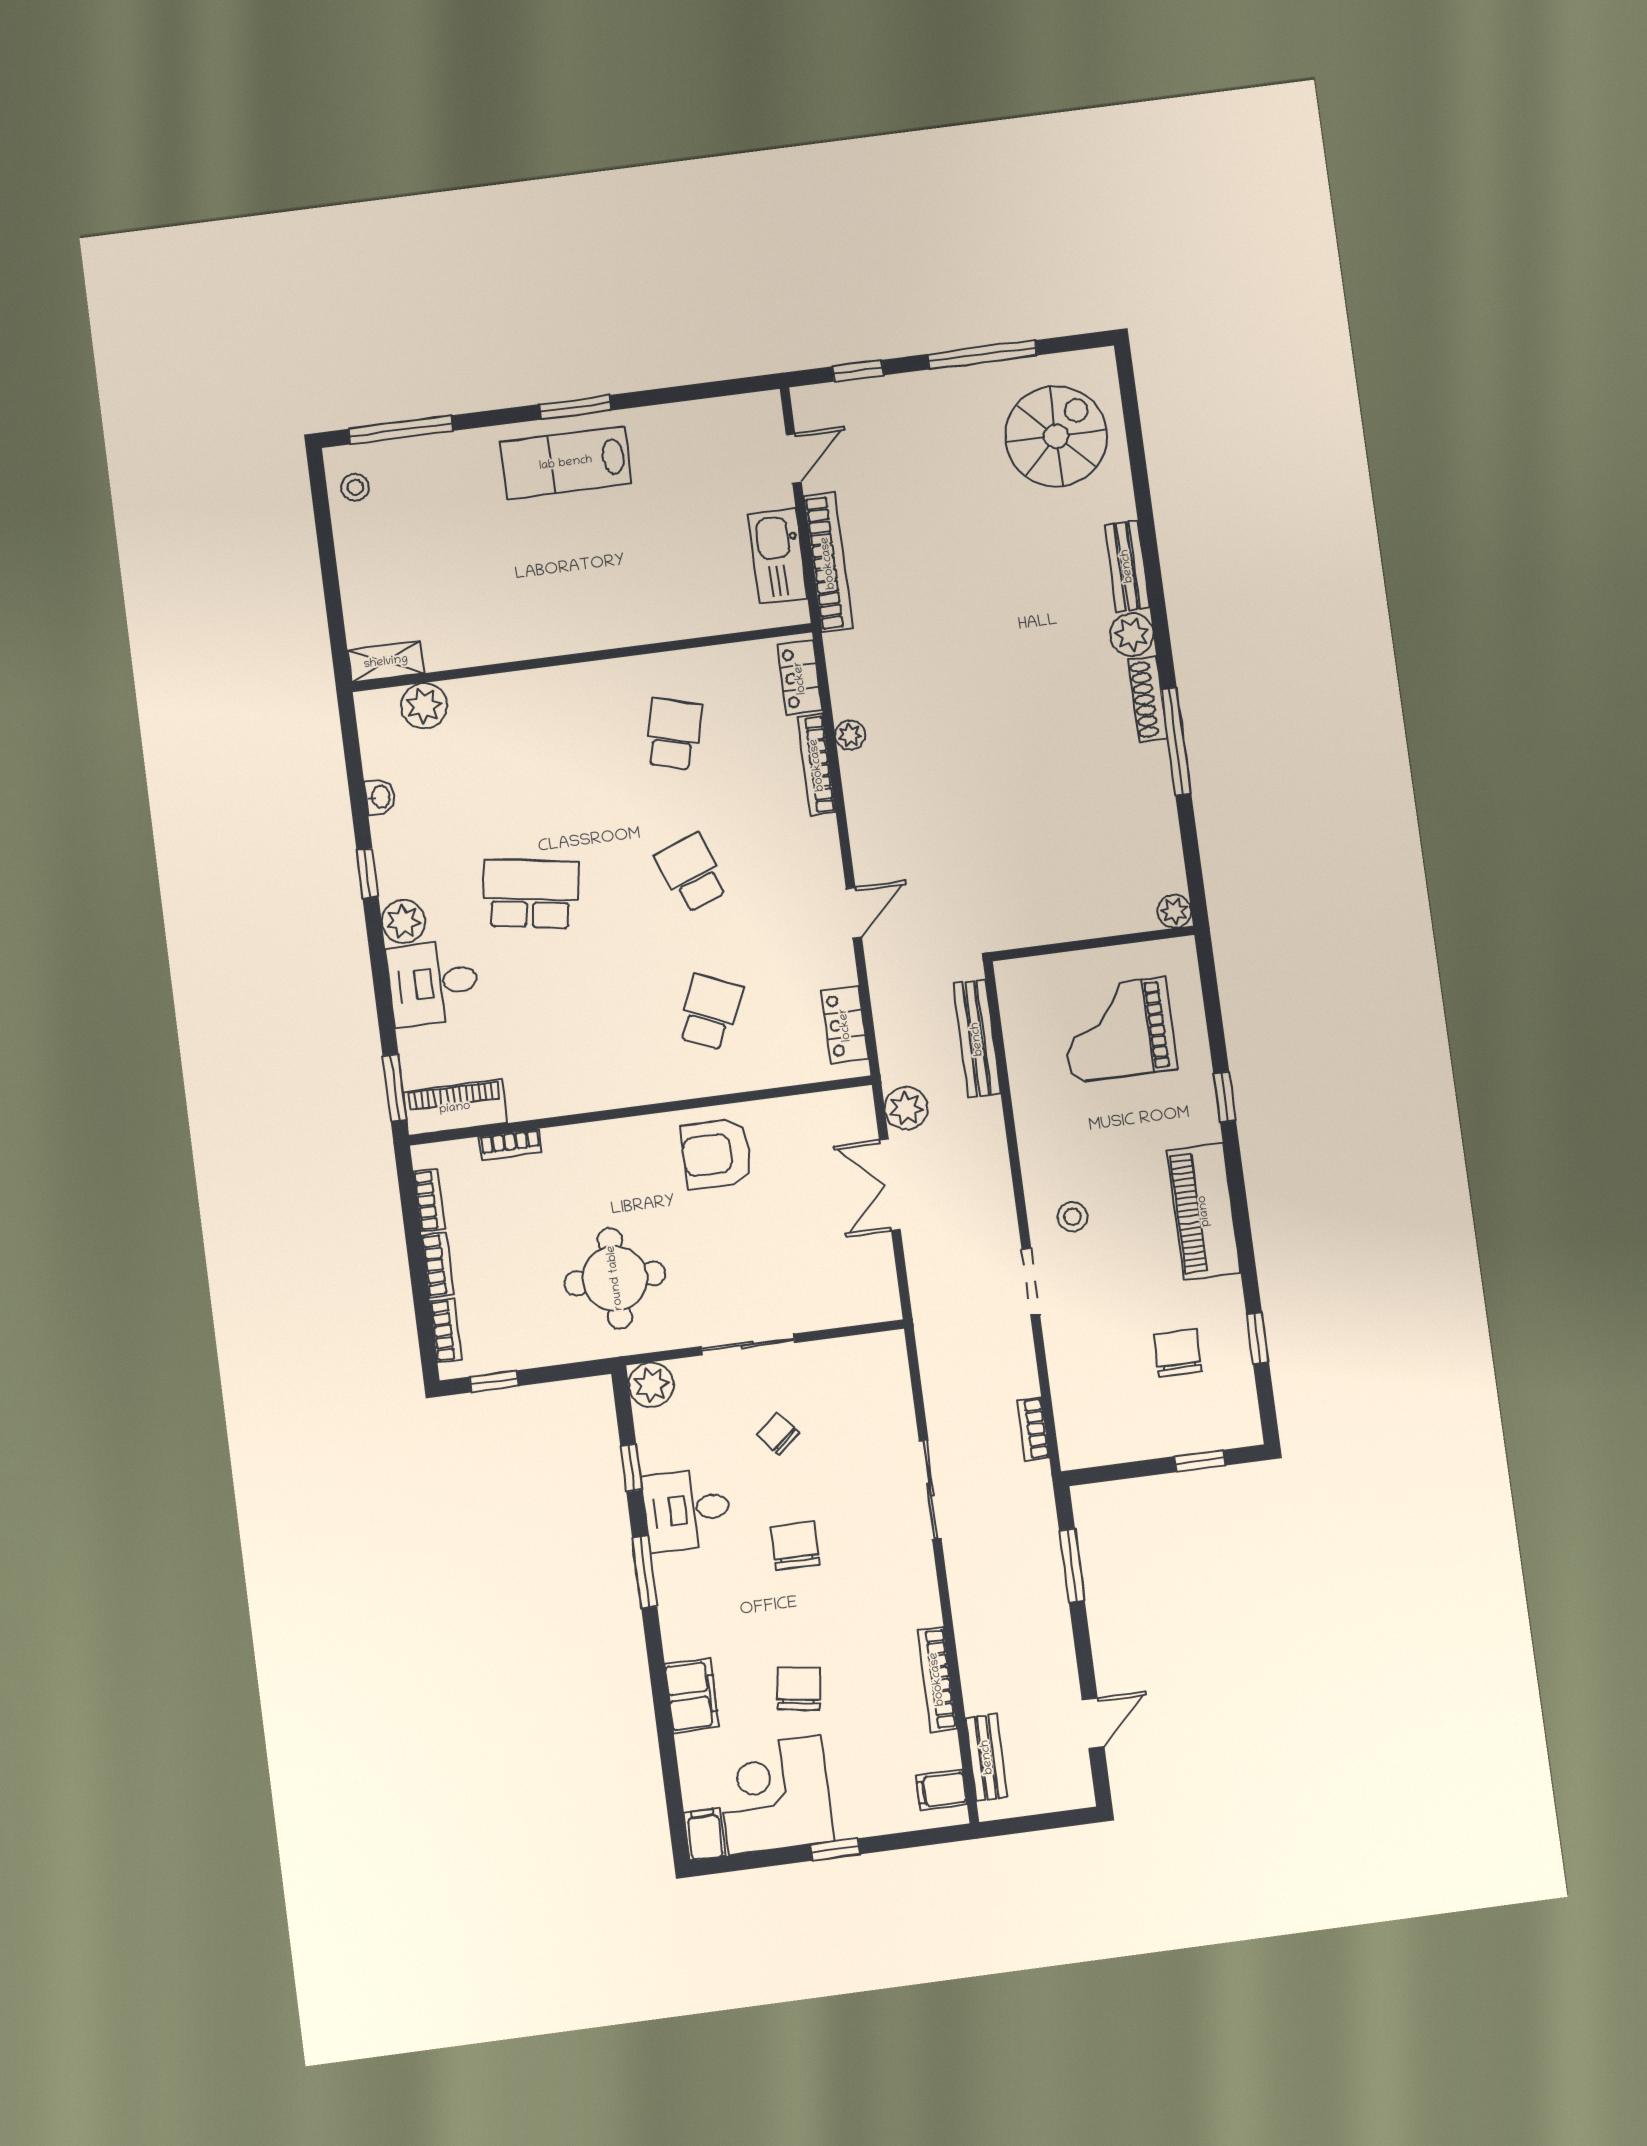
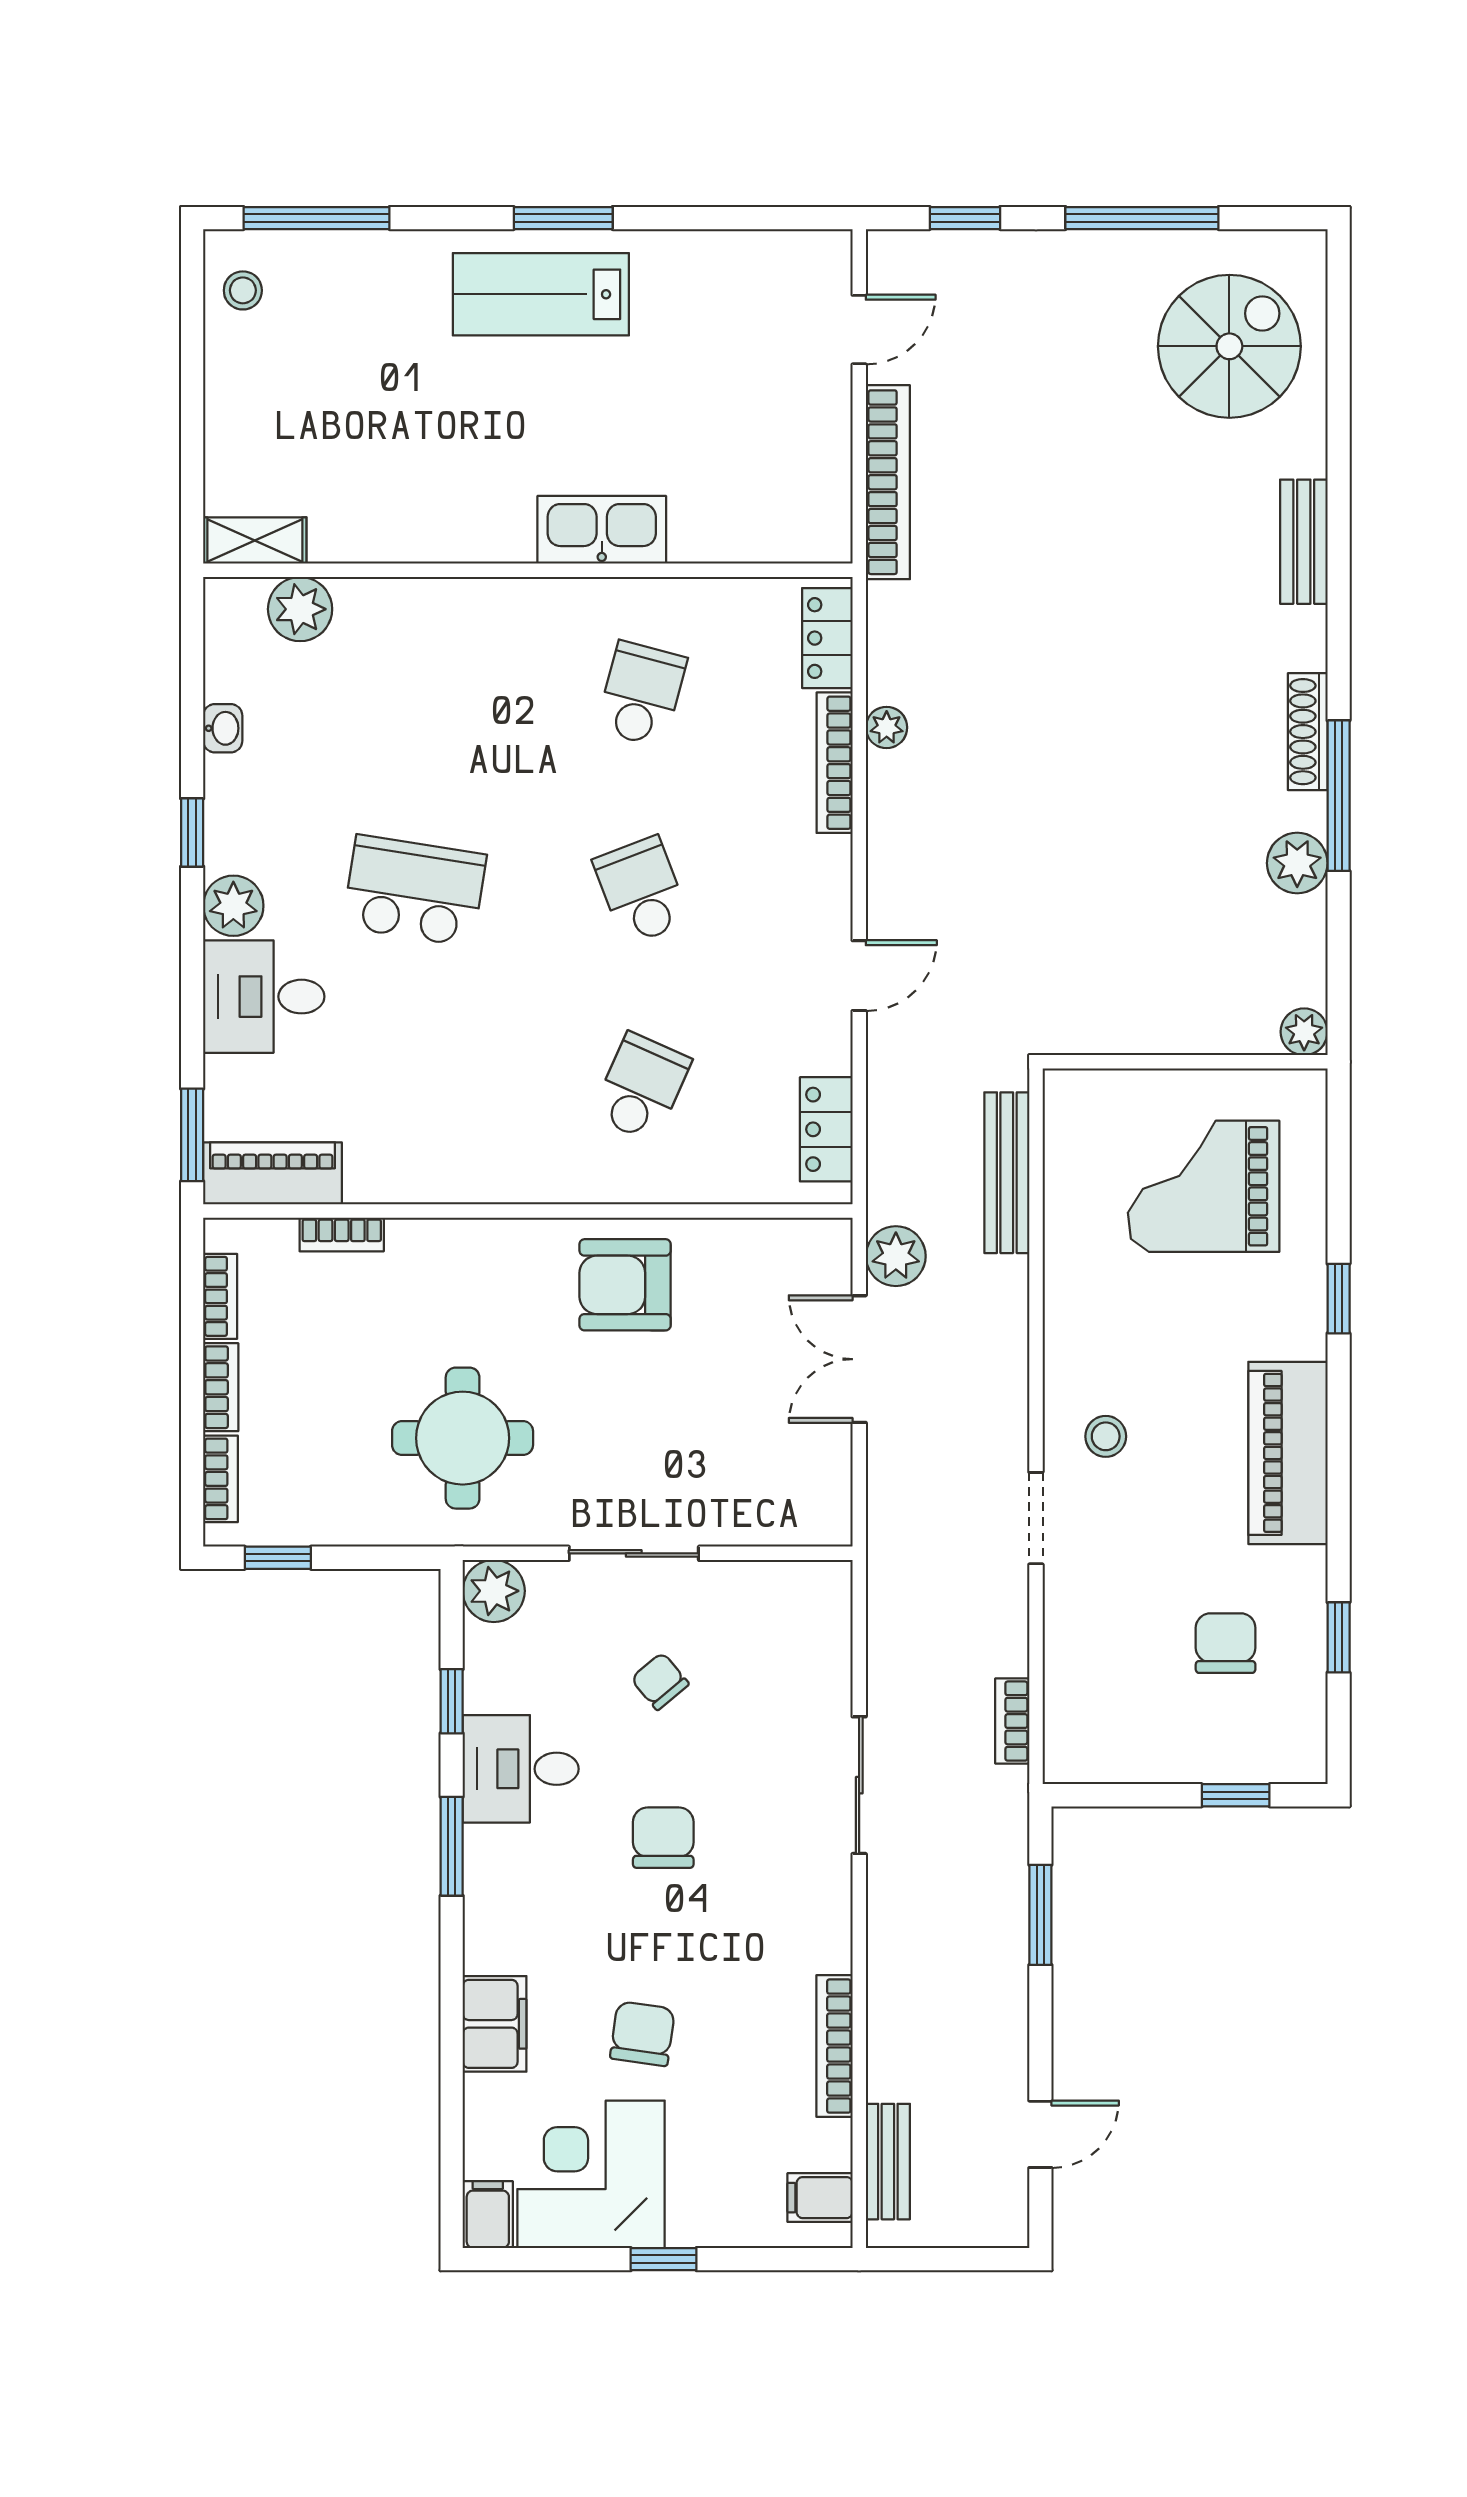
kitchen sink: (778, 556) -> (602, 530), moved, turned 90
plant: (1132, 635) -> (1297, 863), moved

